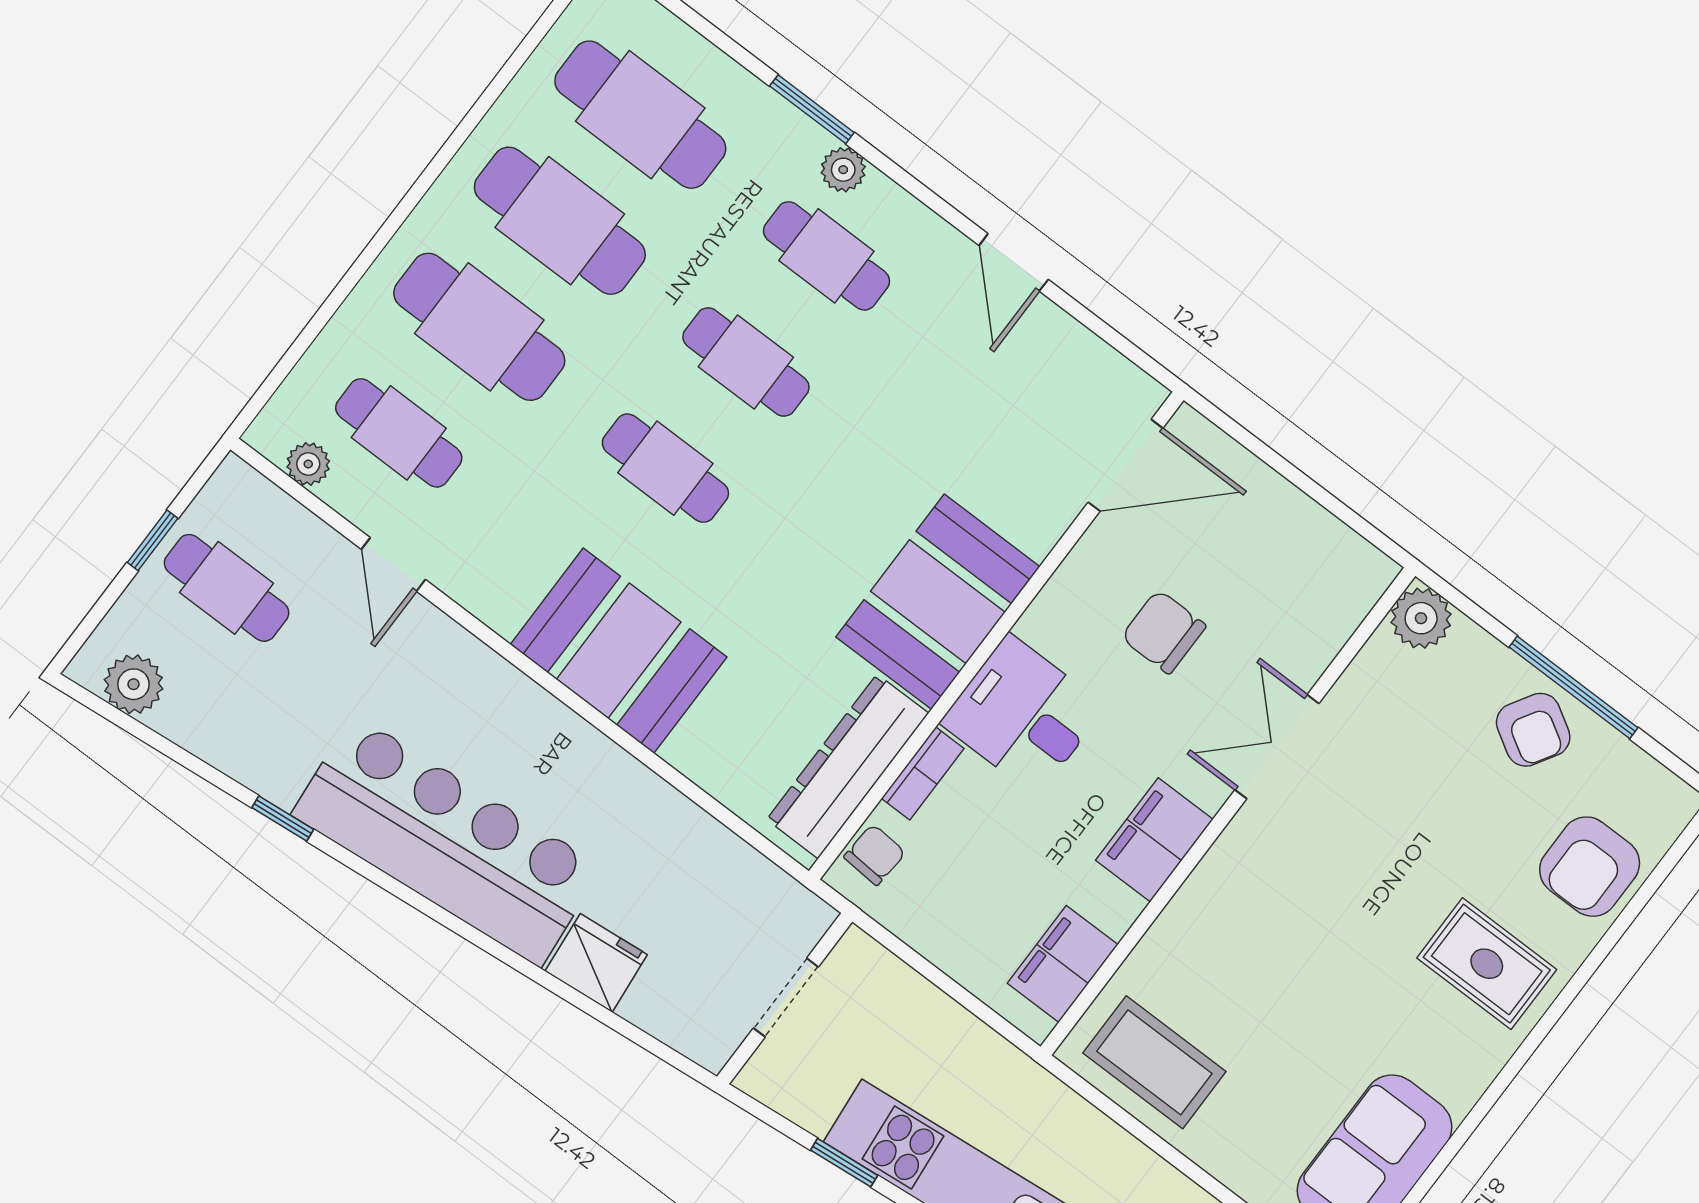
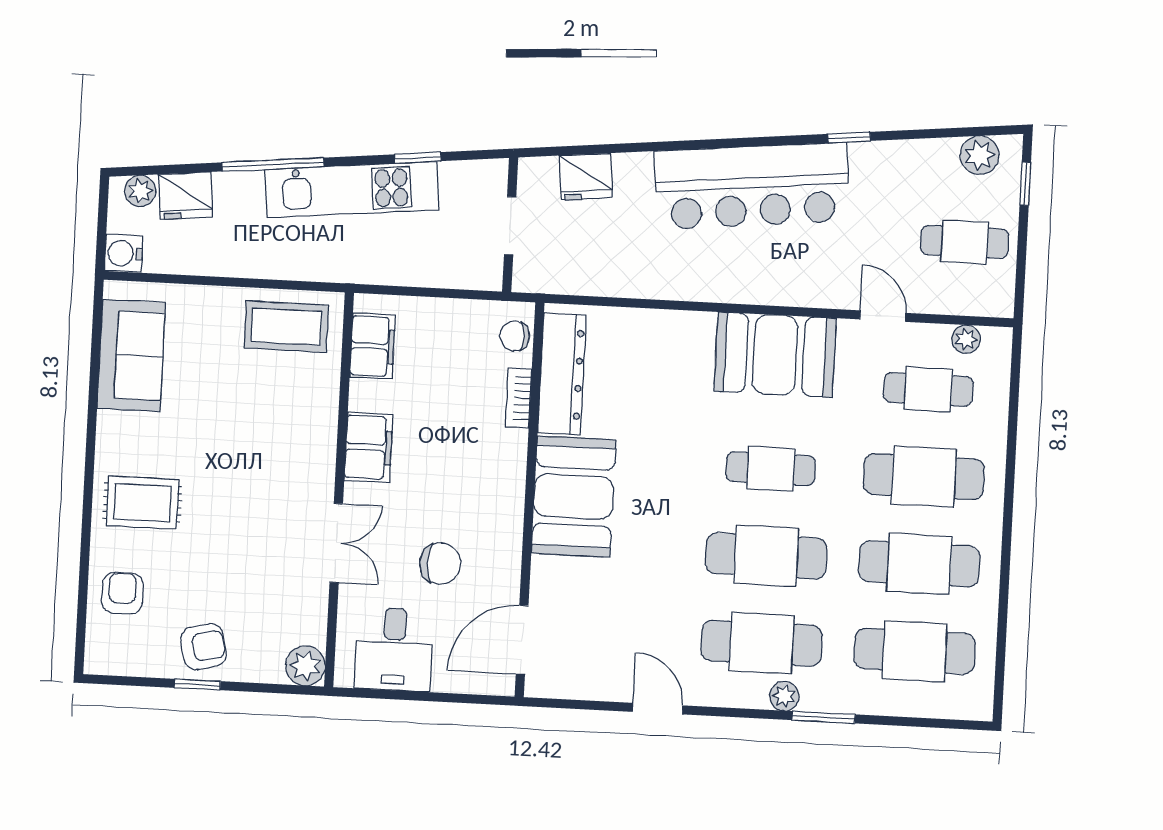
cafe table: (826, 256) -> (762, 643), width x1.37, depth x1.35
cafe table: (746, 362) -> (766, 556), width x1.37, depth x1.35
window: (153, 540) -> (1025, 184), moved
booth: (619, 651) -> (775, 355), moved
window: (1574, 687) -> (197, 685), width x0.46
desk: (1023, 715) -> (394, 649), moved, turned 90
armchair: (1533, 730) -> (203, 647), turned 136
chair: (875, 855) -> (515, 336), turned 86
armchair: (1590, 867) -> (122, 593), width x0.72, depth x0.72
fridge: (596, 963) -> (586, 177), moved

